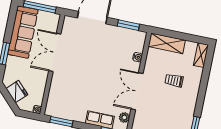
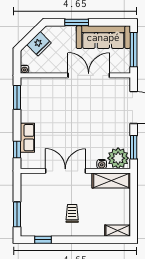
shelving: (167, 43) -> (111, 180), moved, turned 90
trolley: (174, 80) -> (72, 213), moved
plant: (124, 117) -> (118, 158), moved, width x1.88, depth x1.88

